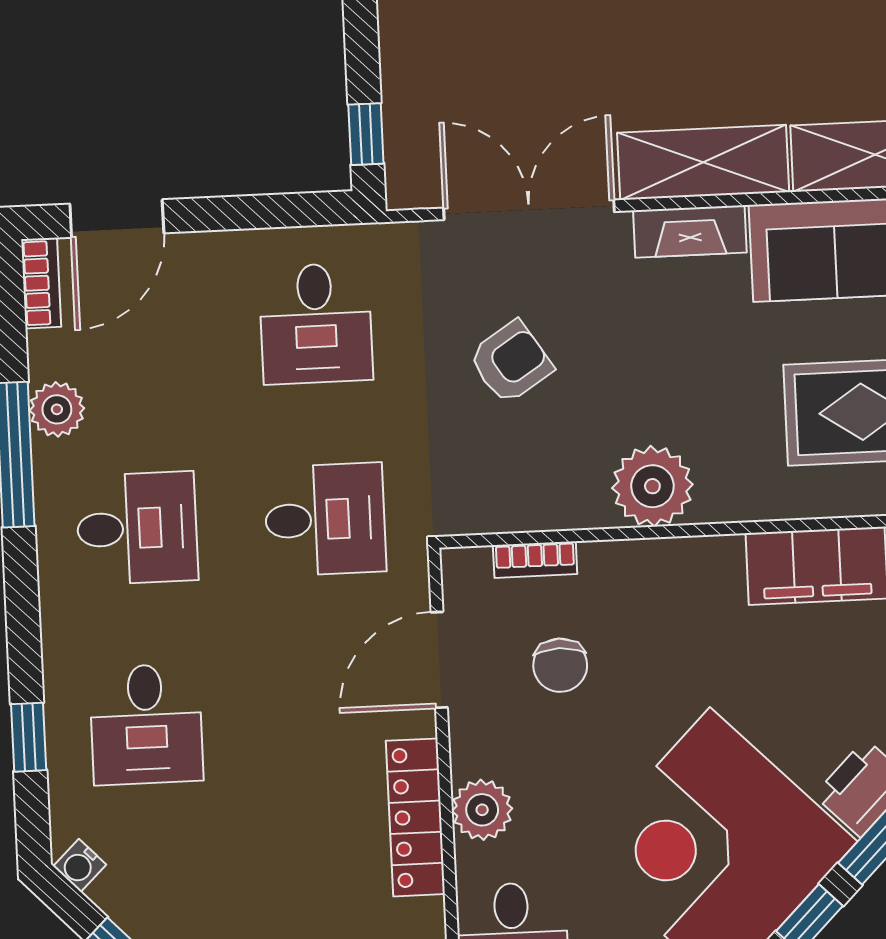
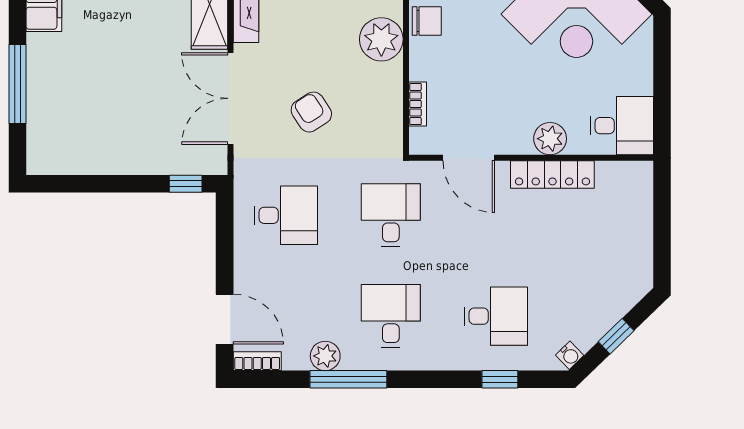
chair: (560, 665) -> (427, 21), moved

